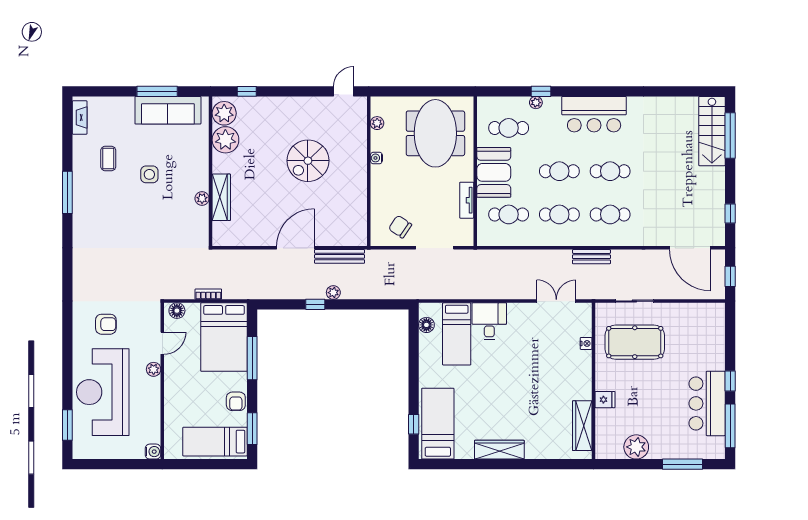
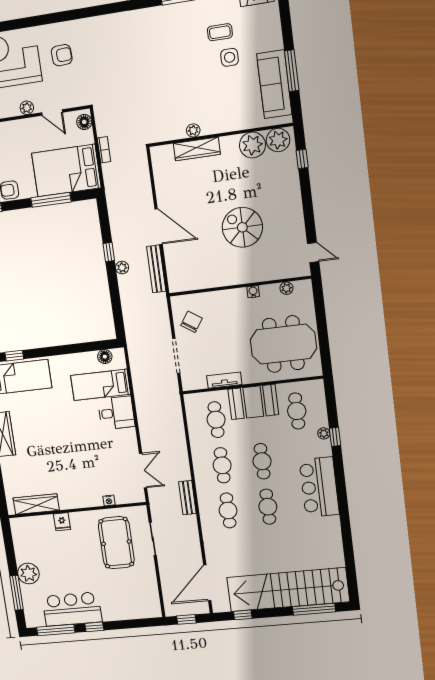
stairs: (712, 131) -> (288, 590), width x1.86, depth x1.51
side table: (149, 174) -> (230, 57), moved
armchair: (106, 324) -> (62, 55), turned -93
plant: (636, 447) -> (28, 574), moved

